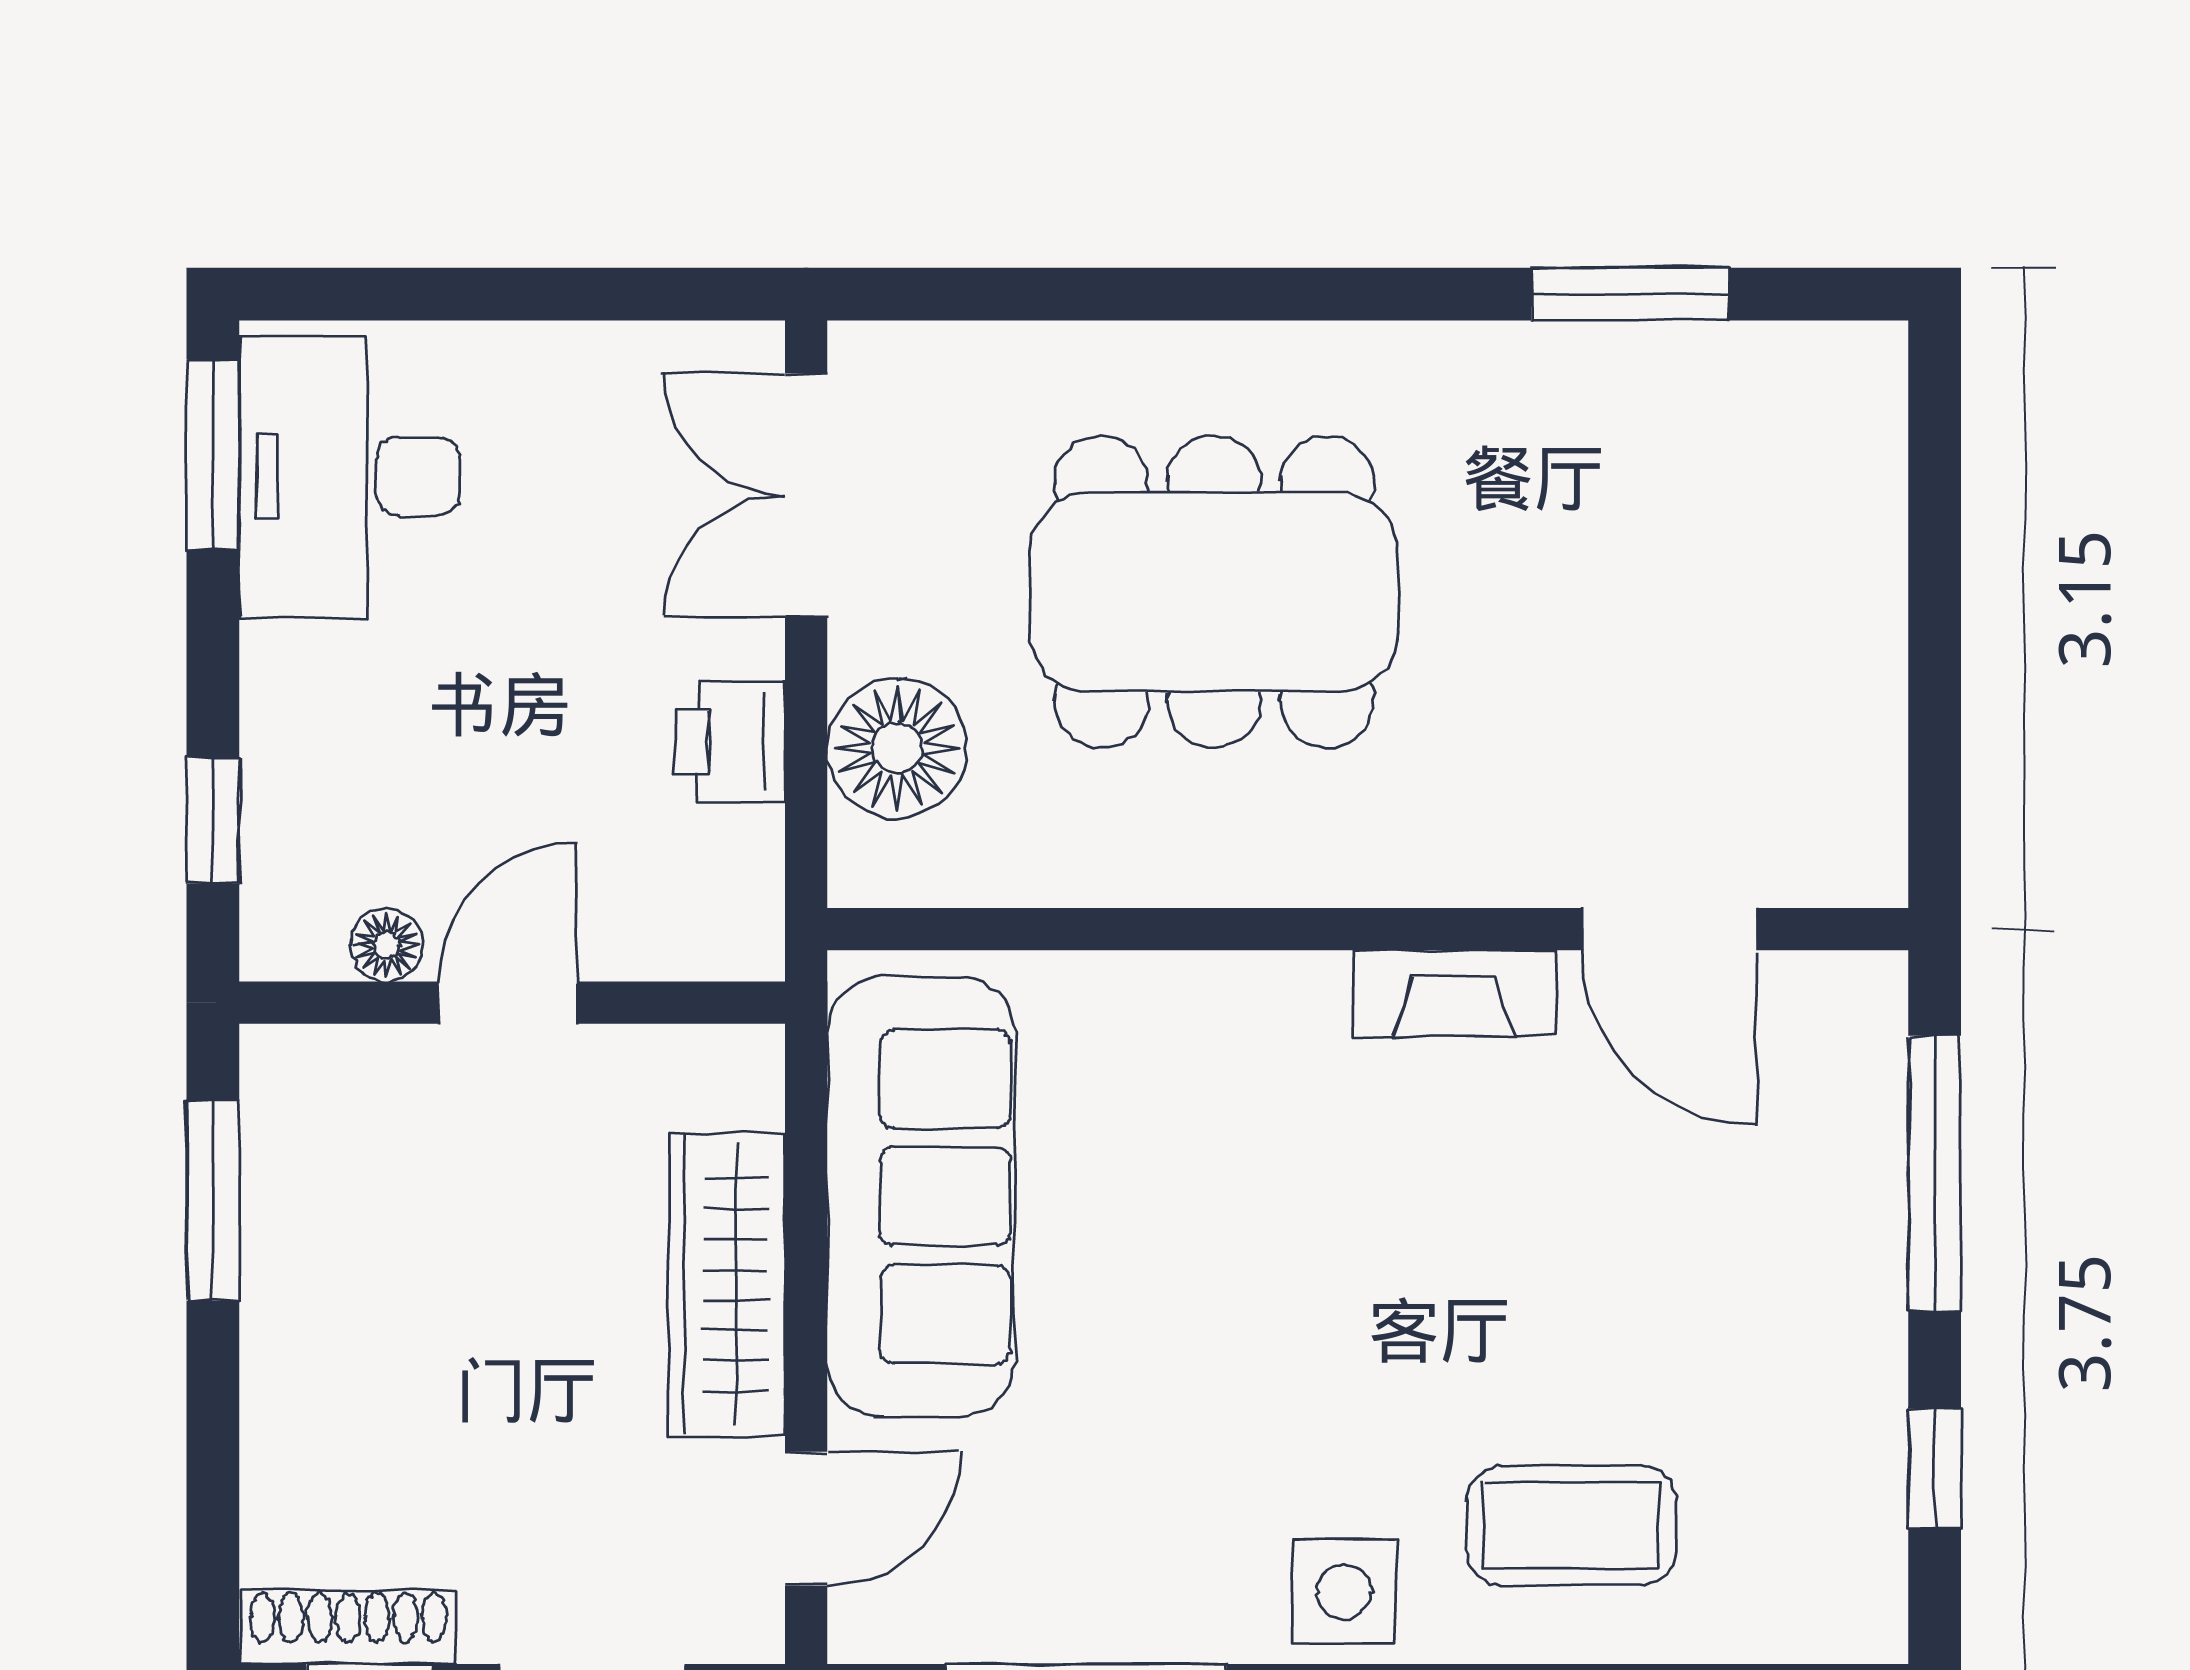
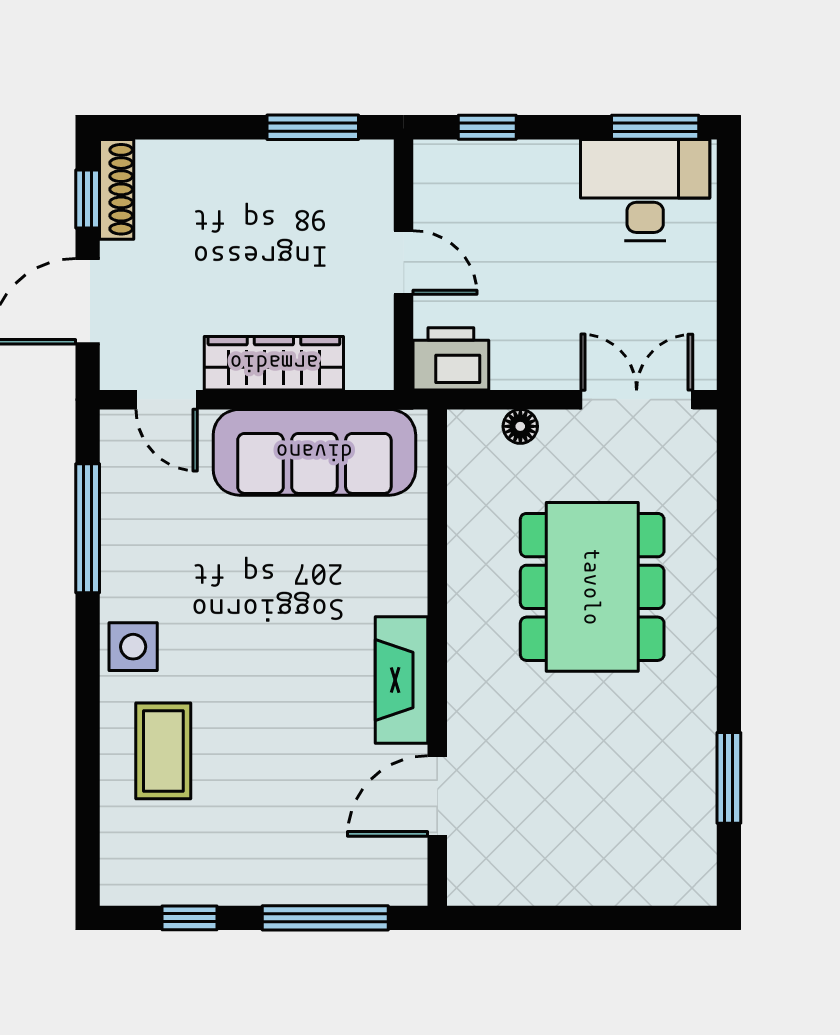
printer: (730, 741) -> (451, 359), moved, width x1.36, depth x1.24
floor lamp: (897, 748) -> (520, 426), width x0.53, depth x0.53
floor lamp: (387, 945) -> (430, 207), removed
fireplace: (1454, 993) -> (401, 680), width x1.37, depth x1.32

